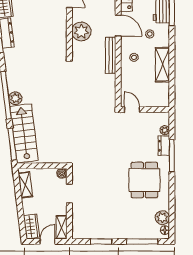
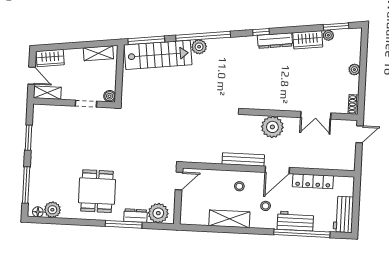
plant: (165, 130) -> (158, 213), width x1.88, depth x1.88
dining table: (144, 180) -> (97, 191), turned 90

